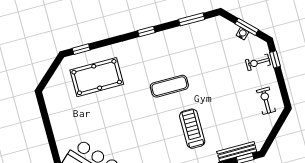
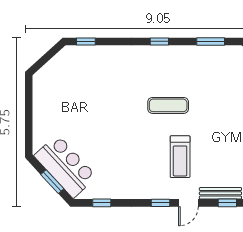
pool table: (97, 77) -> (94, 75), removed
treadmill: (192, 129) -> (180, 157), turned 180

